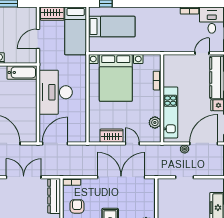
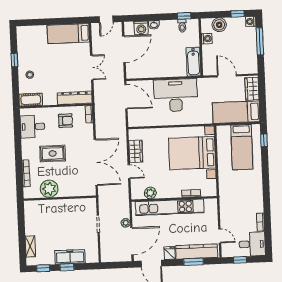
kitchen unit: (170, 112) -> (170, 207), width x1.36
door: (132, 143) -> (129, 172), hinge flipped
door: (204, 143) -> (132, 241), hinge flipped
double door: (24, 177) -> (92, 68), width x0.73

